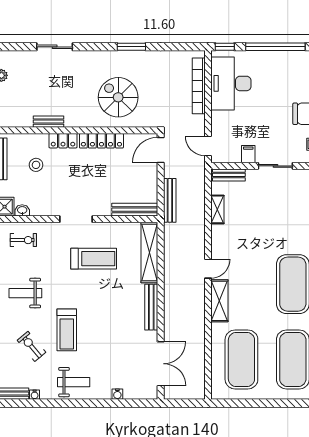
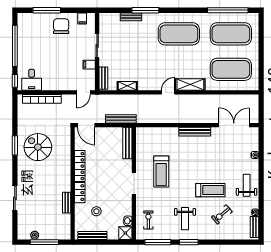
desk: (231, 83) -> (32, 80), width x0.53, depth x0.77
spiral stairs: (118, 97) -> (38, 147), moved, turned 90
shelving: (149, 252) -> (157, 133), removed
treadmill: (94, 259) -> (161, 171), turned 180
door: (208, 269) -> (168, 92), hinge flipped

